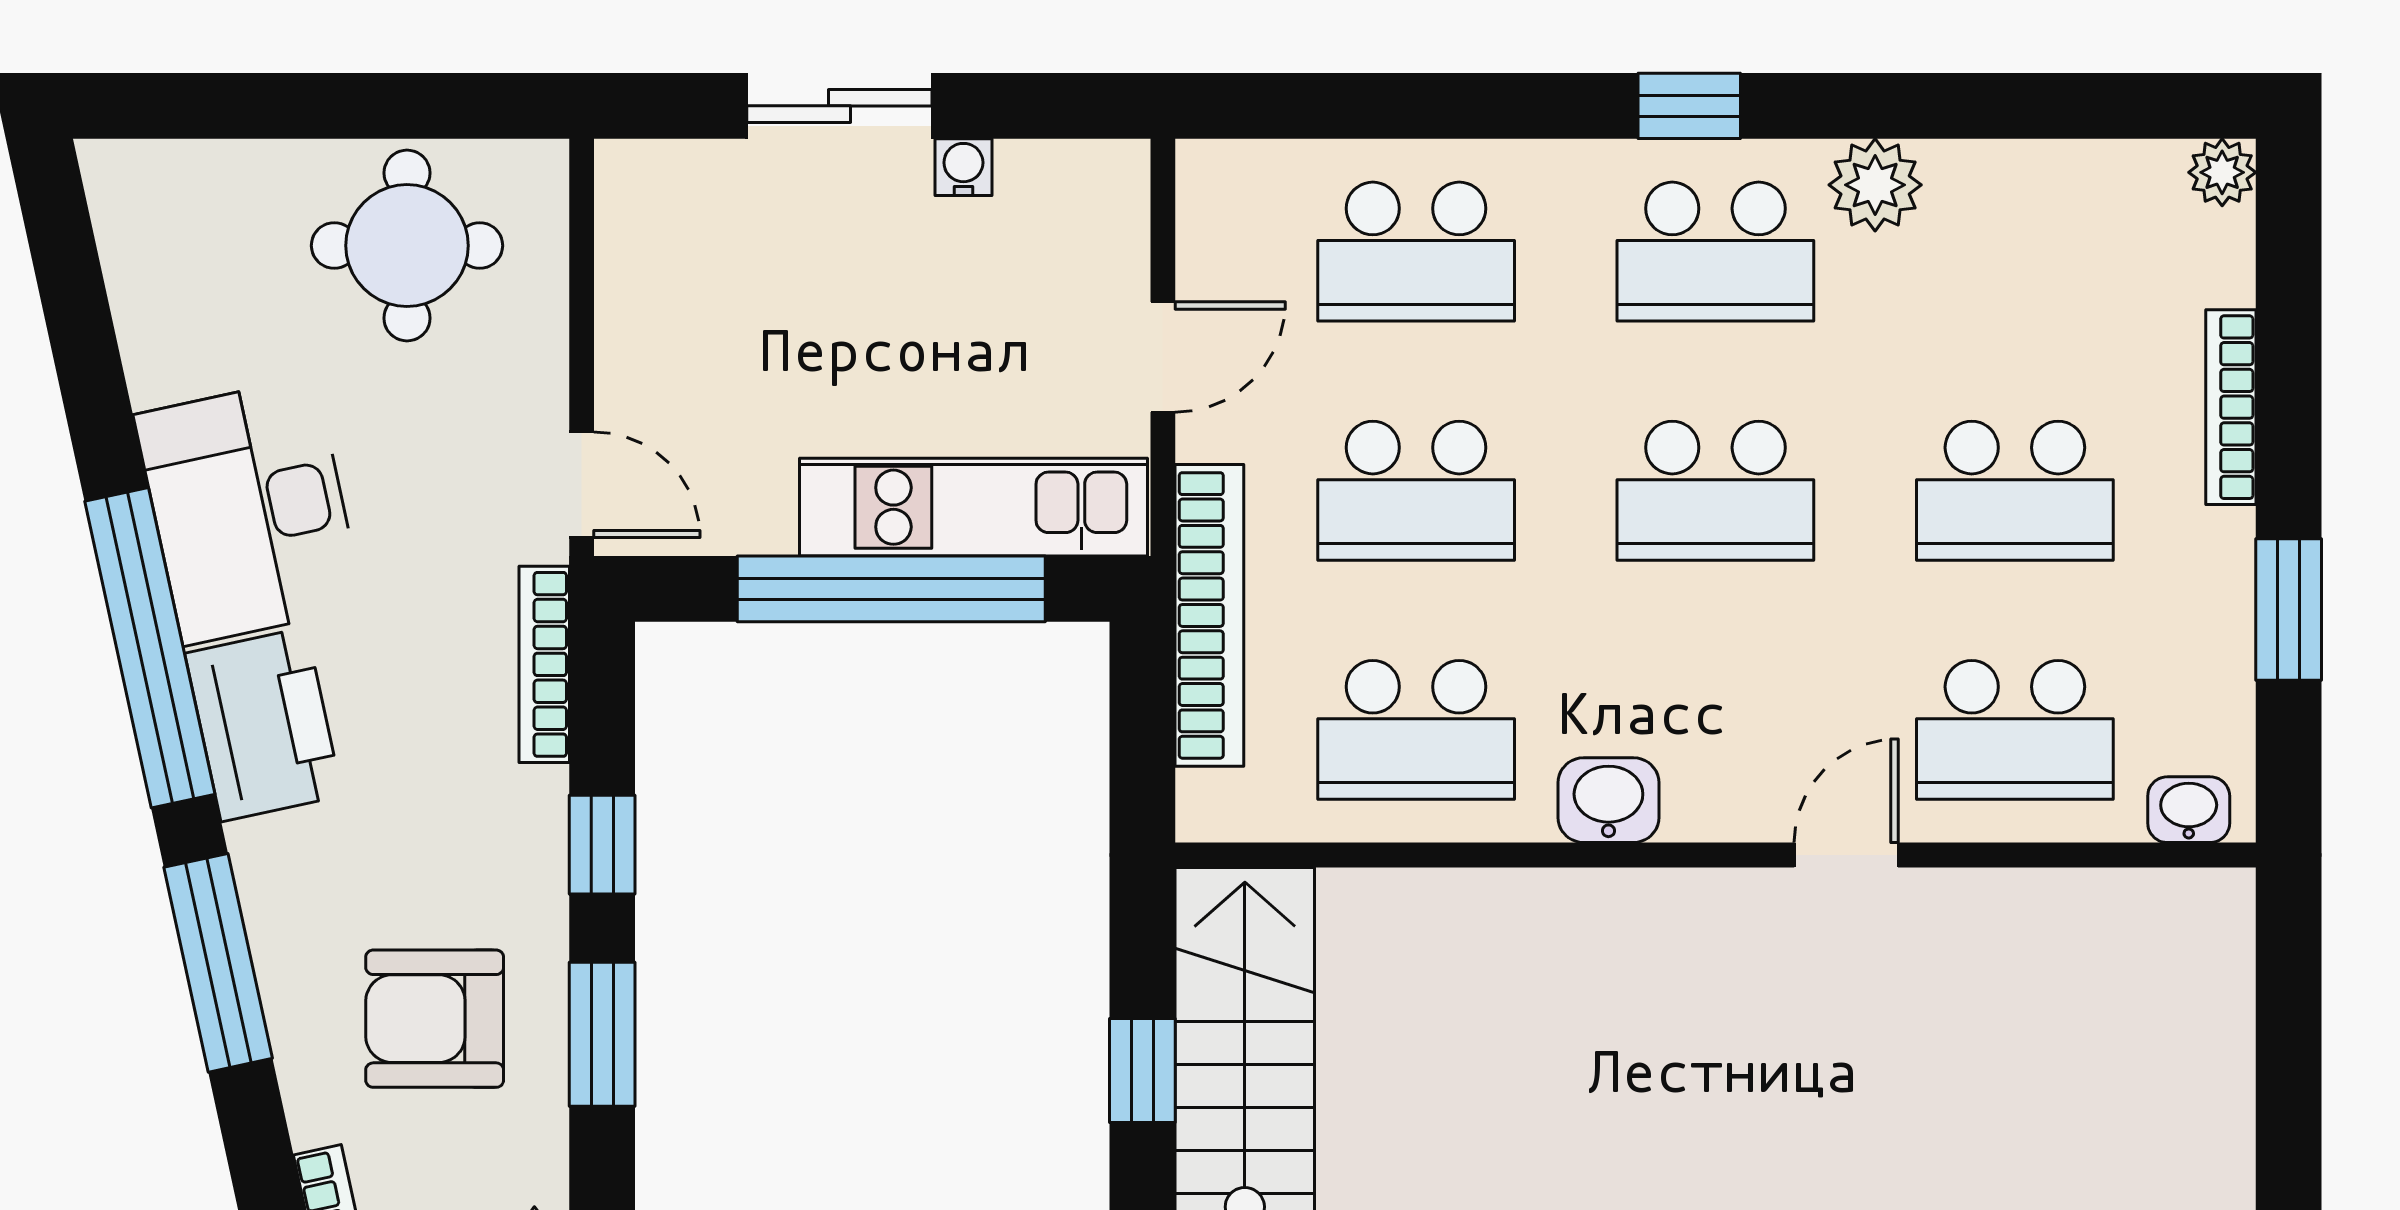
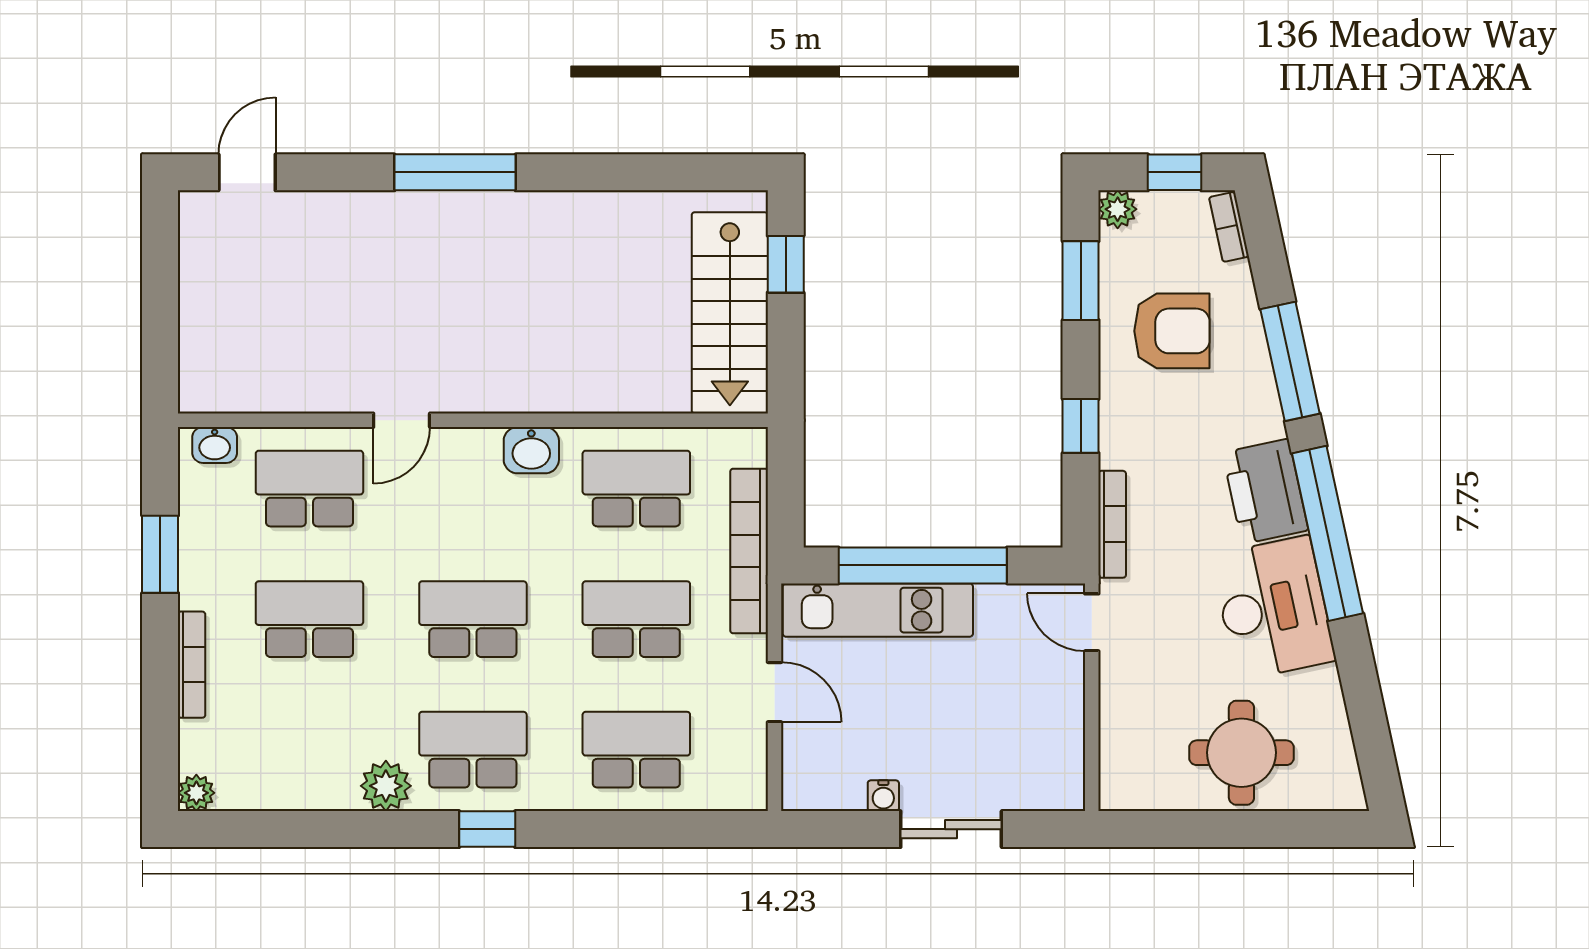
round table: (407, 246) -> (1241, 753), moved
door: (1163, 357) -> (774, 692), swing flipped
window: (602, 1034) -> (1081, 281), moved
window: (1142, 1071) -> (786, 264), moved

